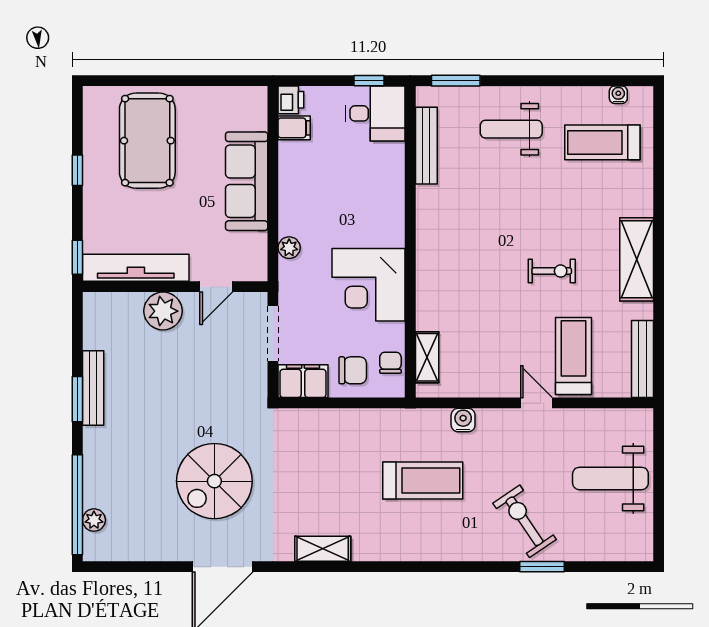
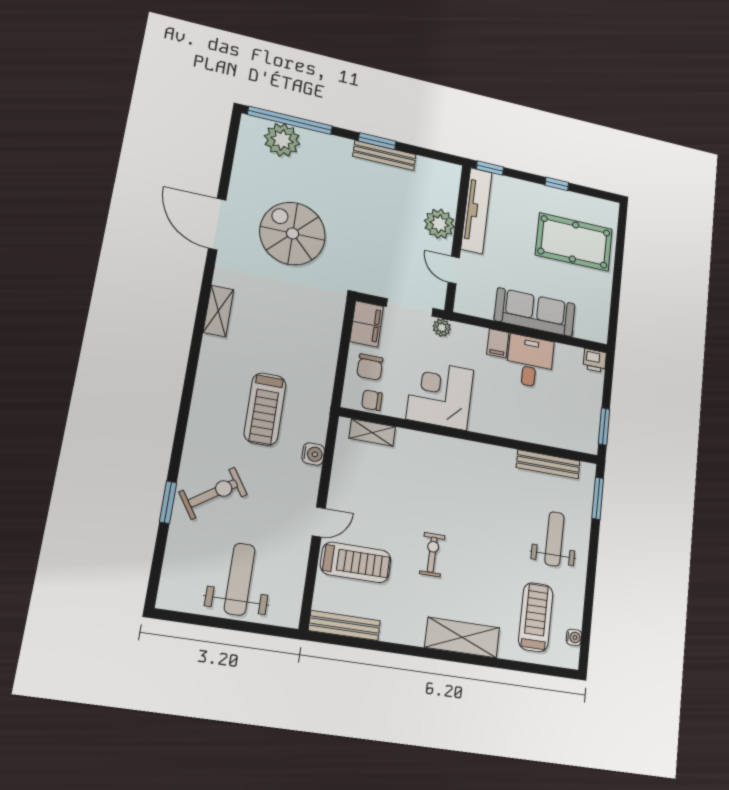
window: (369, 81) -> (604, 427), width x1.50
desk: (375, 113) -> (530, 361), moved, turned 180
filing cabinet: (294, 128) -> (498, 343), moved
plant: (289, 248) -> (442, 328), moved
shelving: (637, 259) -> (462, 637), moved
exercise bike: (552, 271) -> (432, 555), turned 180
chair: (390, 363) -> (372, 400), turned 180
plant: (94, 520) -> (282, 140), width x1.87, depth x1.87

